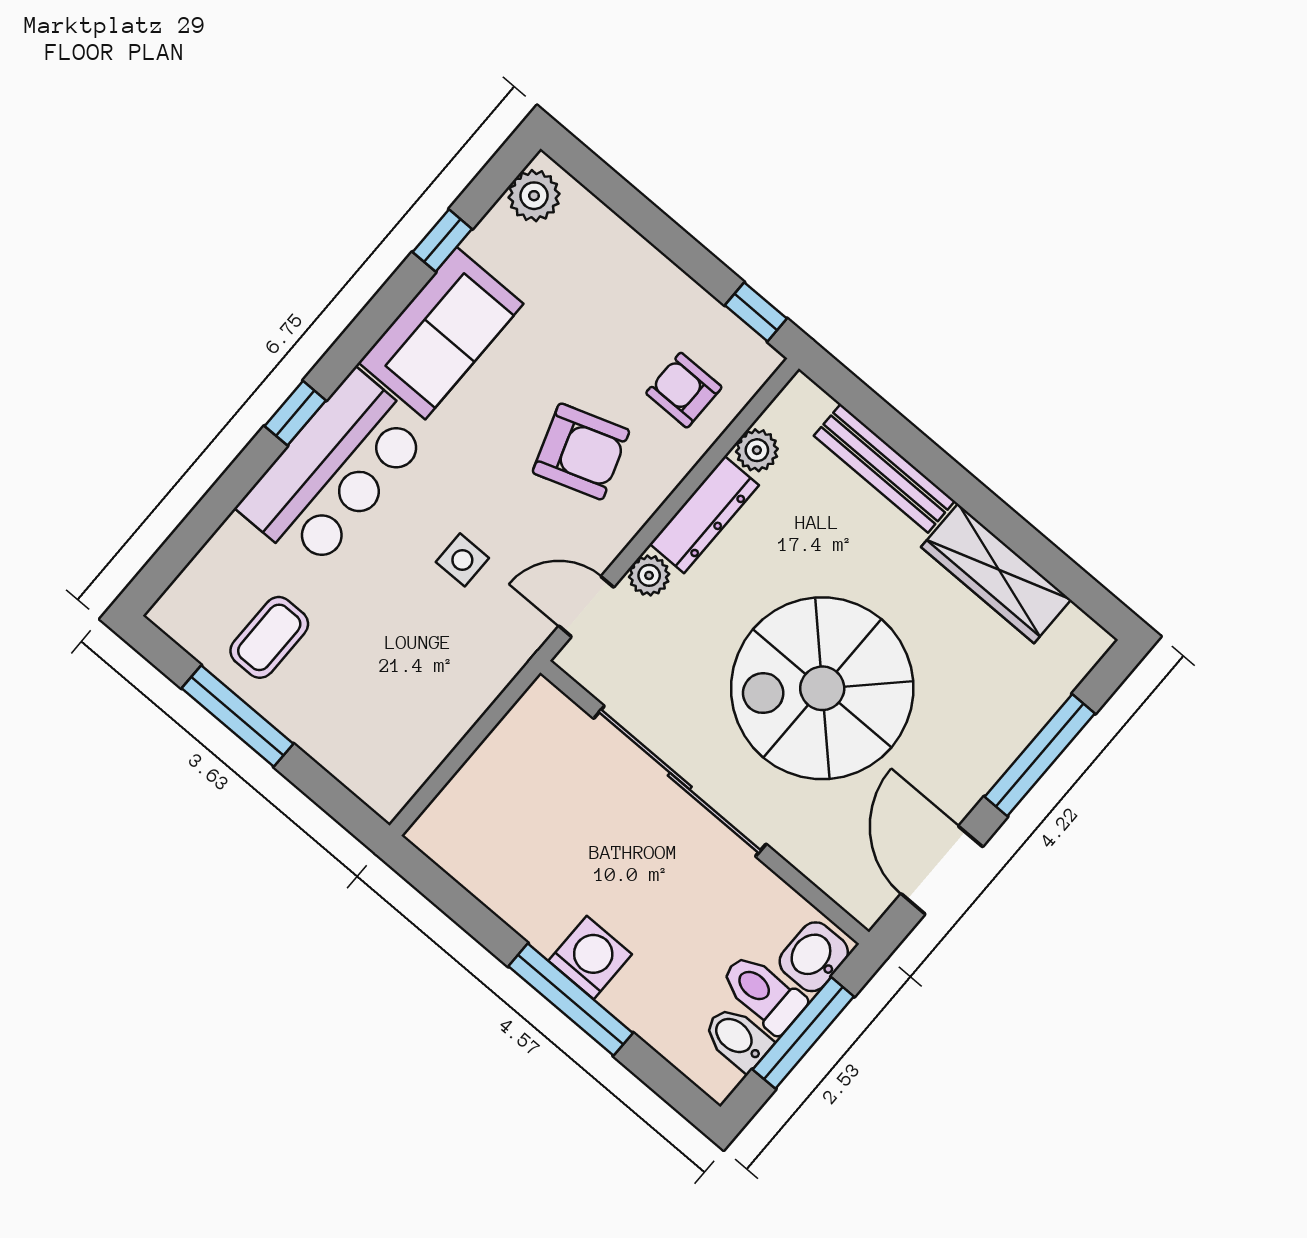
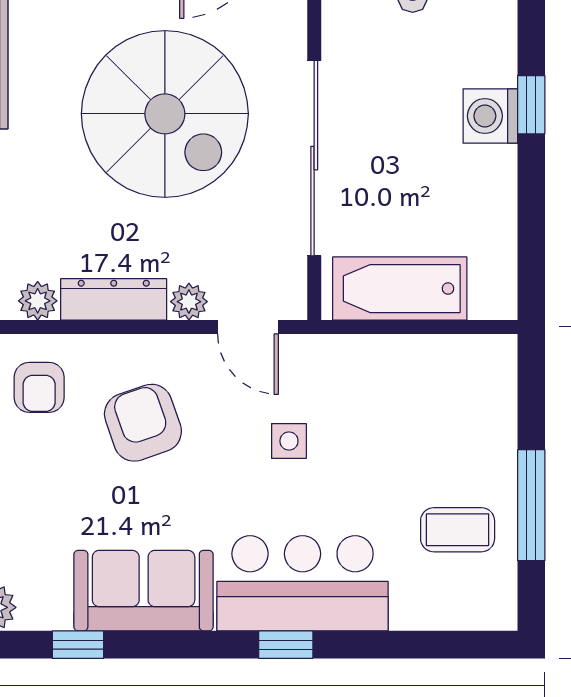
bathtub: (511, 760) -> (400, 289), added
window: (571, 1000) -> (531, 105), width x0.46

